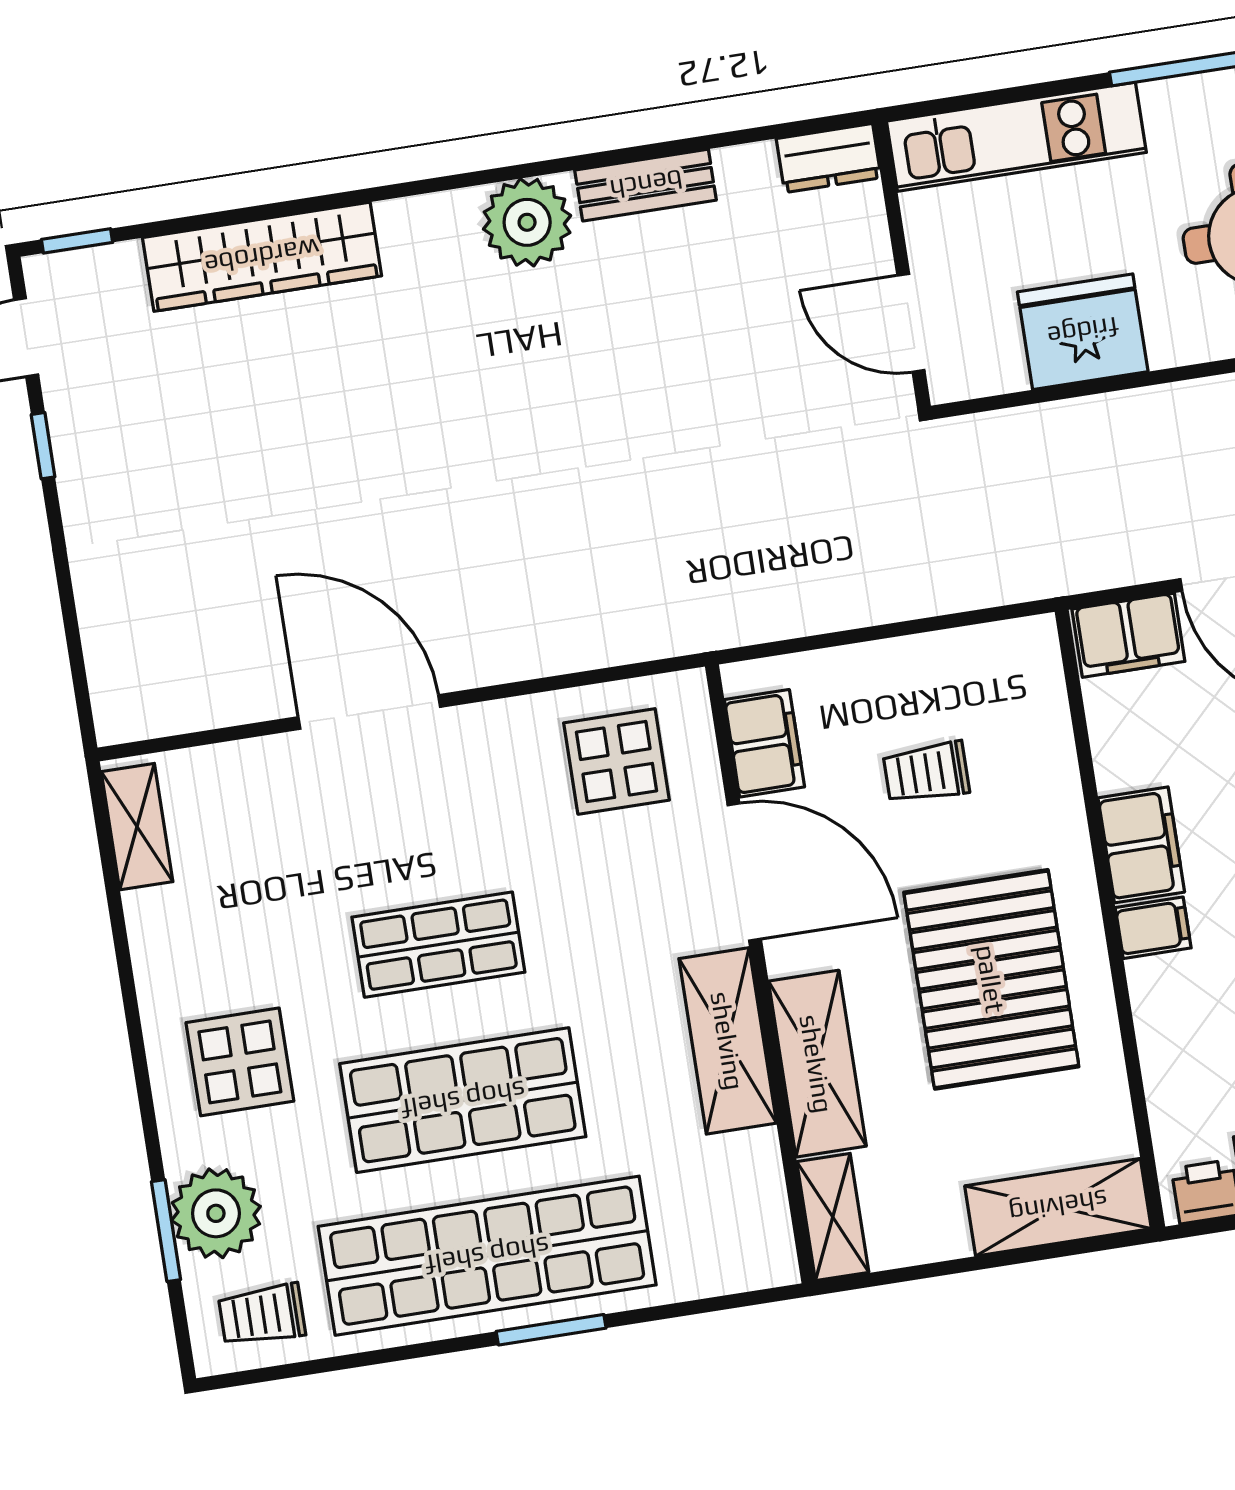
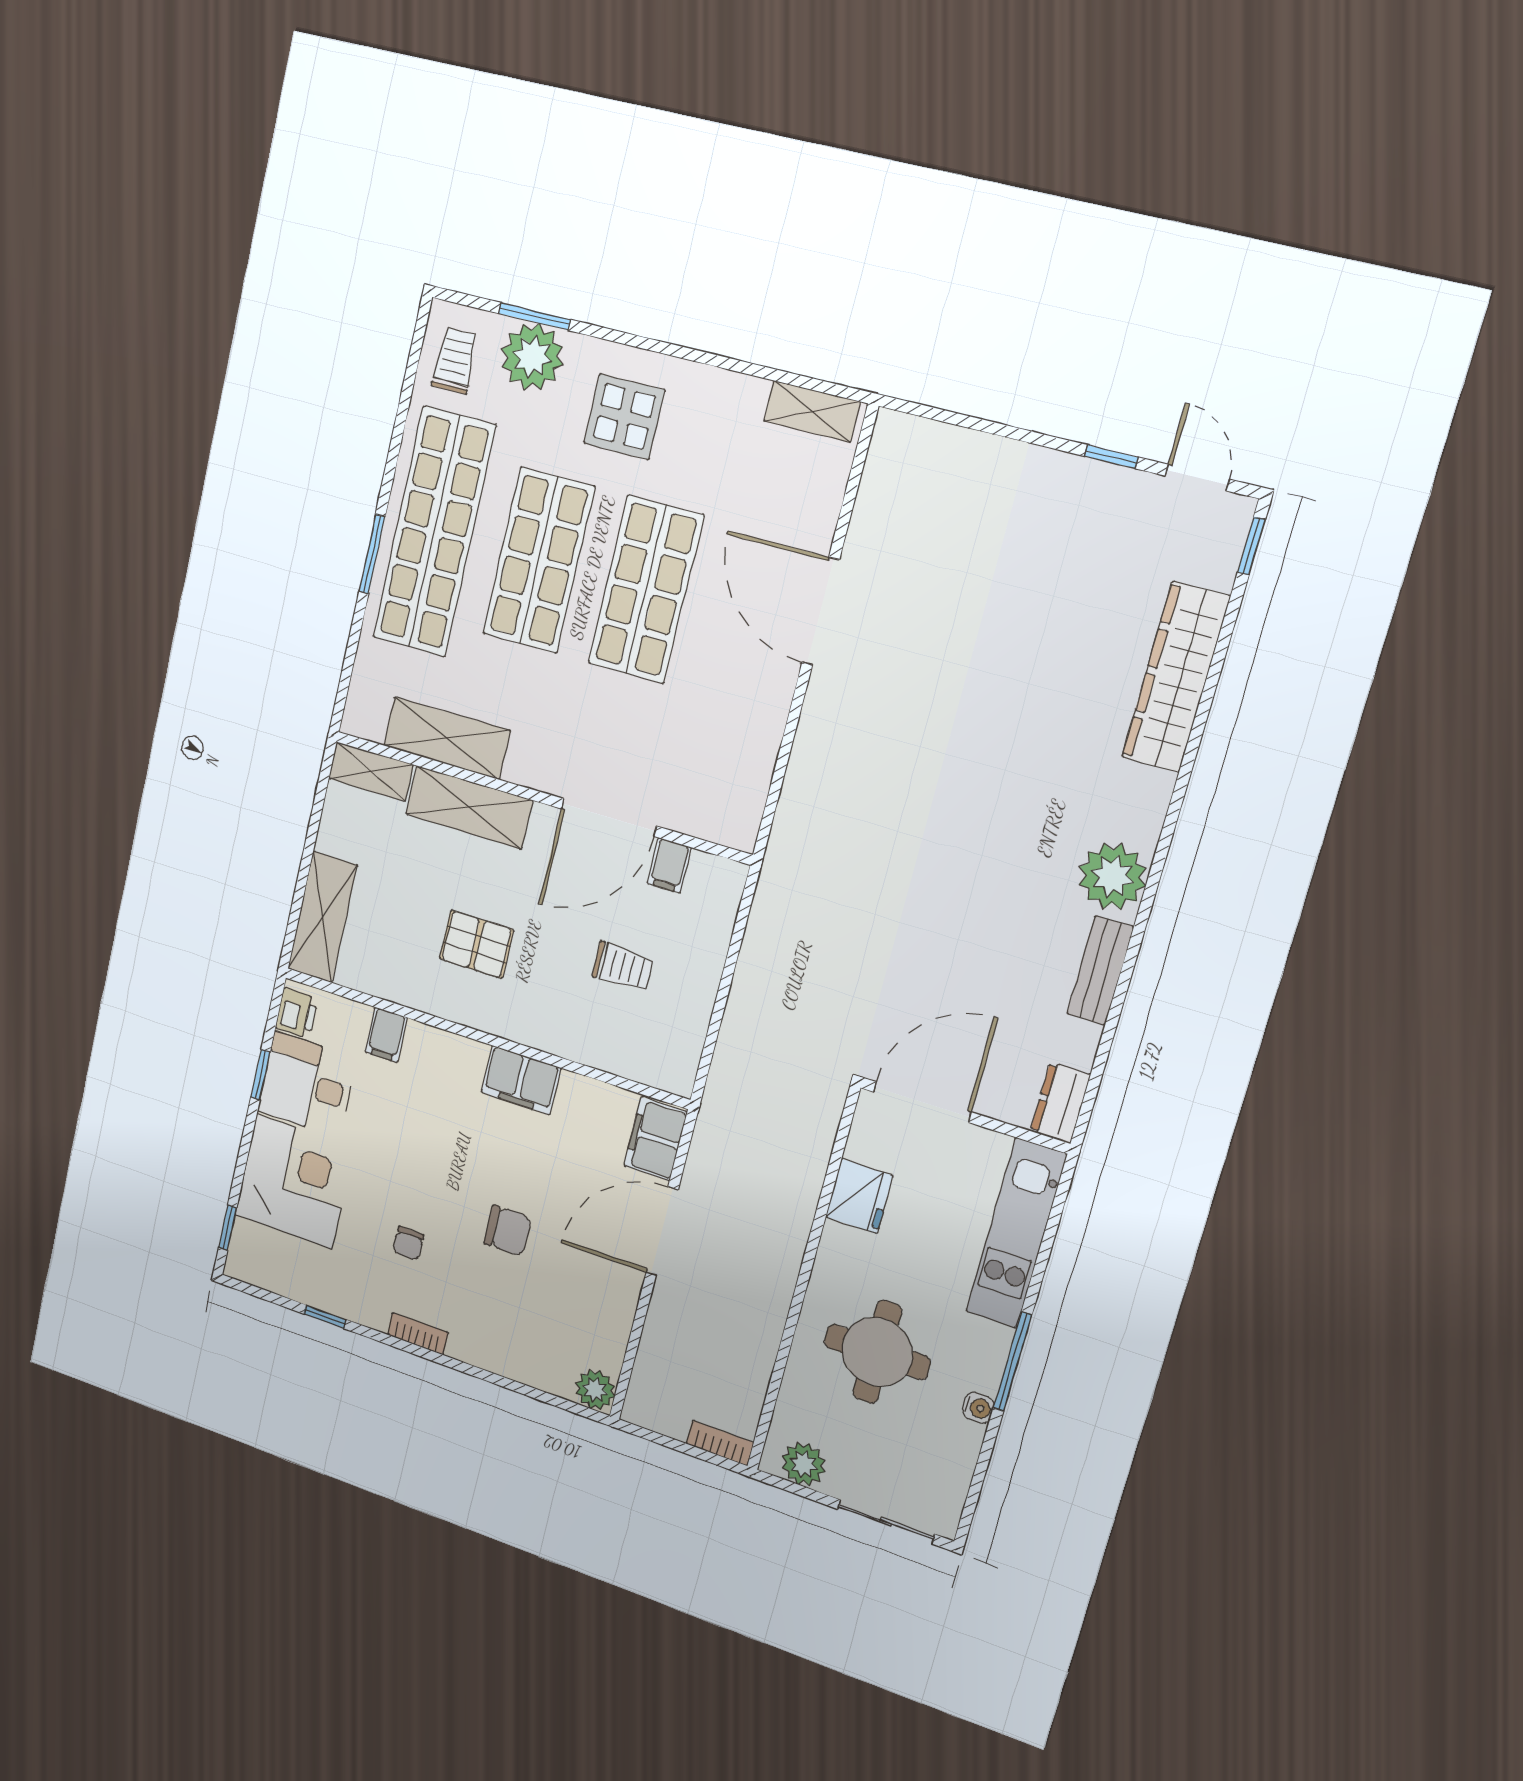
door: (911, 323) -> (922, 1102), width x1.36
fridge: (1083, 332) -> (859, 1196), width x0.73, depth x0.75
door: (369, 712) -> (821, 611), swing flipped
filing cabinet: (764, 743) -> (669, 865), width x0.50
display table: (617, 761) -> (716, 766), removed
trolley: (926, 772) -> (623, 967), turned 90
filing cabinet: (1153, 928) -> (386, 1035), moved
shop shelf: (438, 945) -> (646, 589), width x1.43, depth x1.36
pallet: (991, 979) -> (477, 944), width x0.49, depth x0.50
shelving: (728, 1041) -> (447, 738), moved

